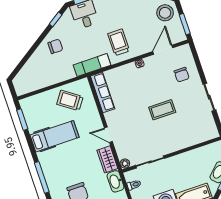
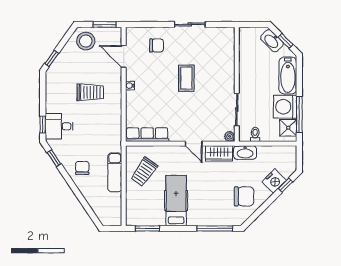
trolley: (119, 42) -> (90, 92), moved, turned 180
exam couch: (92, 65) -> (115, 172), moved
door: (108, 135) -> (194, 144), hinge flipped

